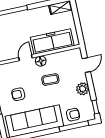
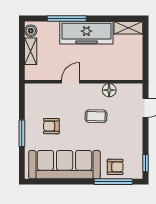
freezer: (52, 42) -> (86, 33), moved, turned 180
floor lamp: (41, 61) -> (109, 90), moved
plant: (83, 89) -> (134, 137), removed

